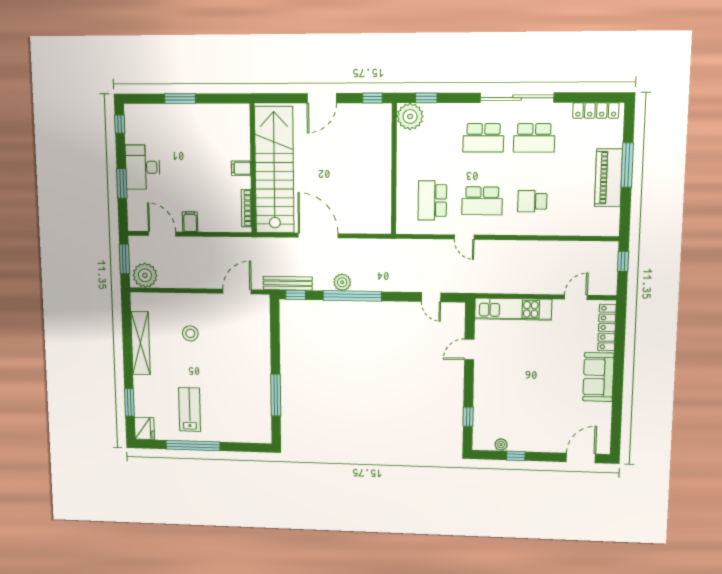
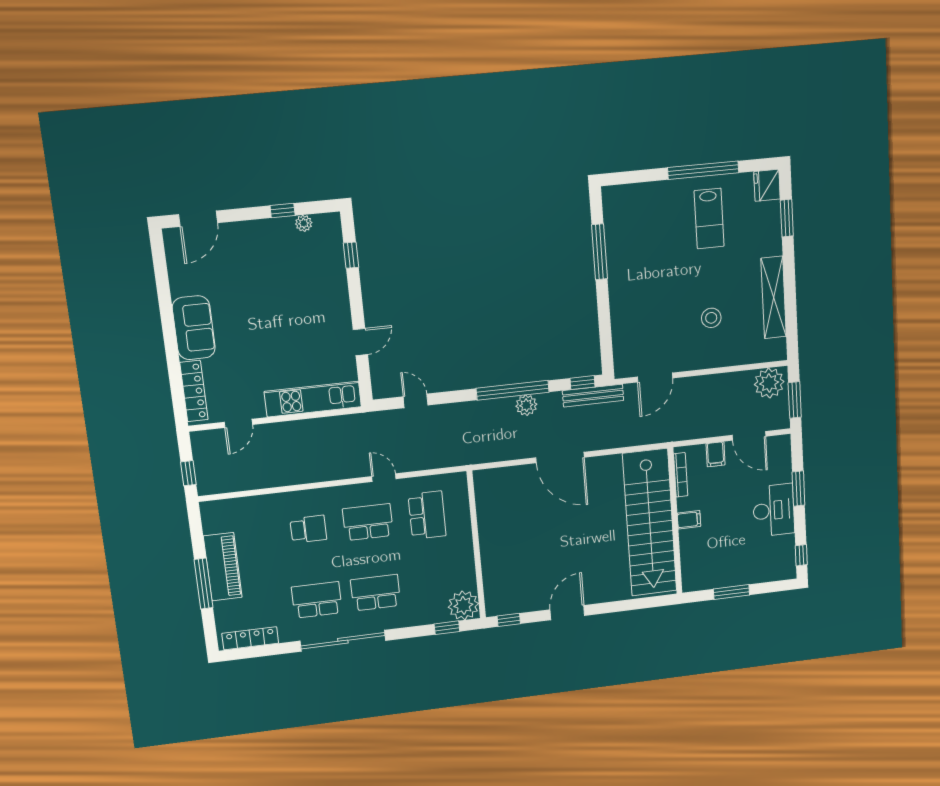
filing cabinet: (241, 168) -> (689, 520), moved
wall: (253, 168) -> (675, 521), moved
stairs: (274, 170) -> (650, 523), moved
bookcase: (246, 208) -> (681, 475), moved

